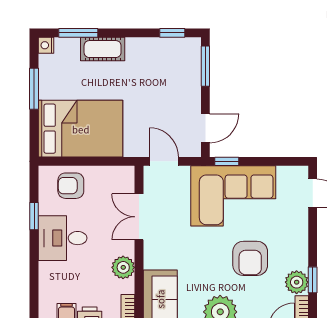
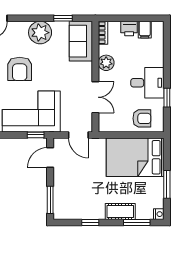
window: (172, 33) -> (90, 223), moved
armchair: (250, 258) -> (20, 69), turned 180

